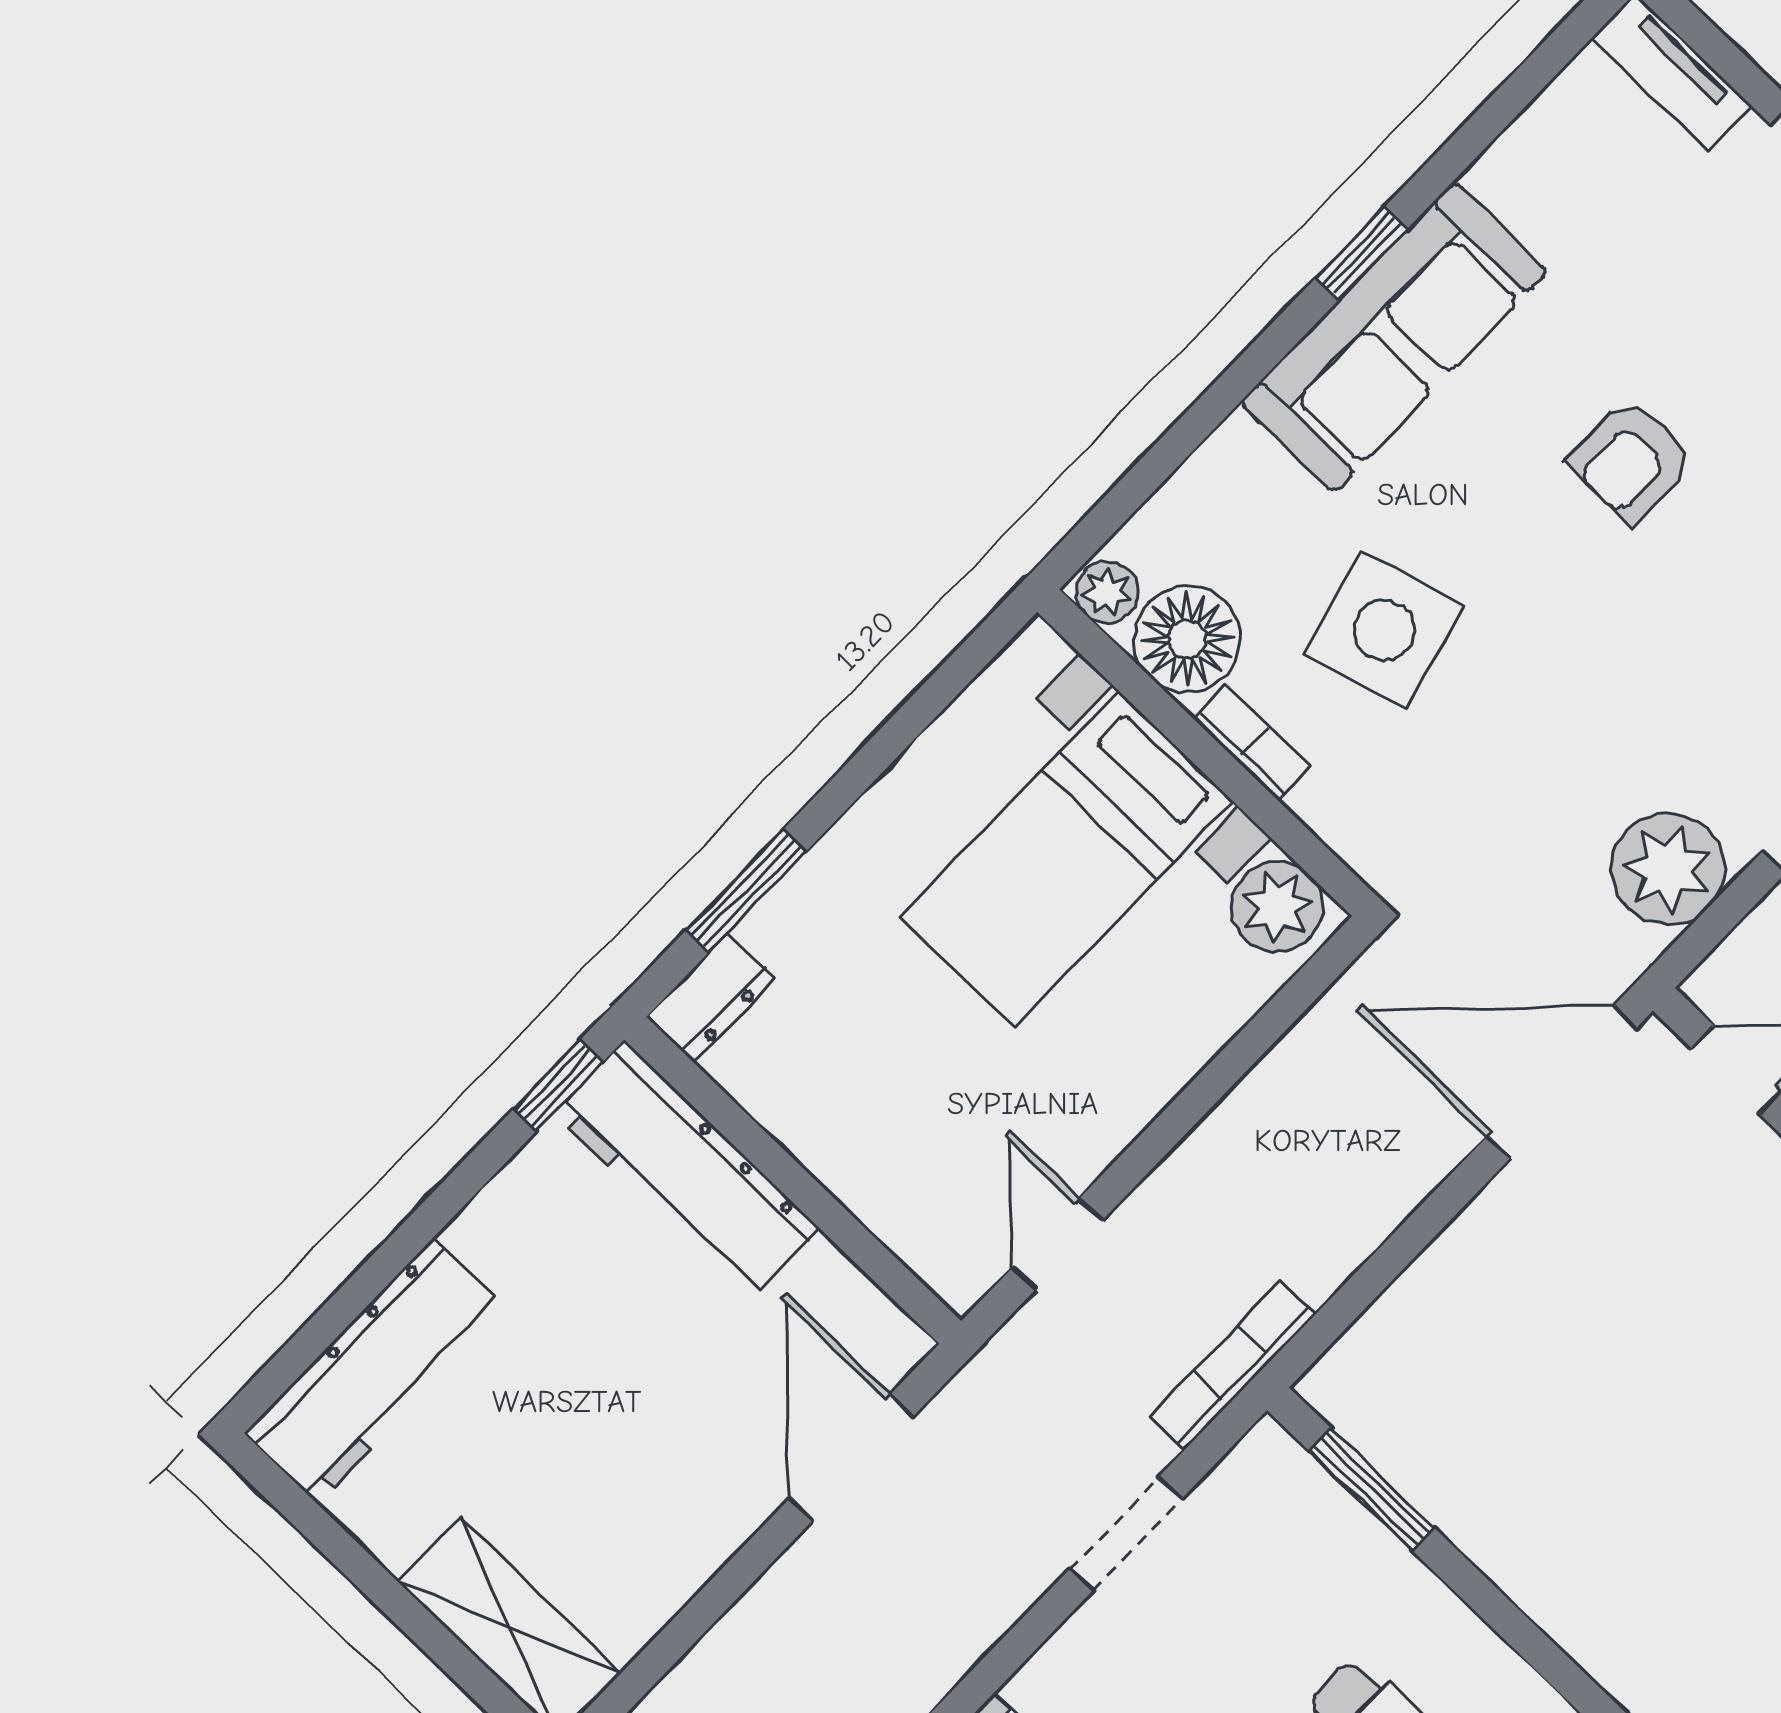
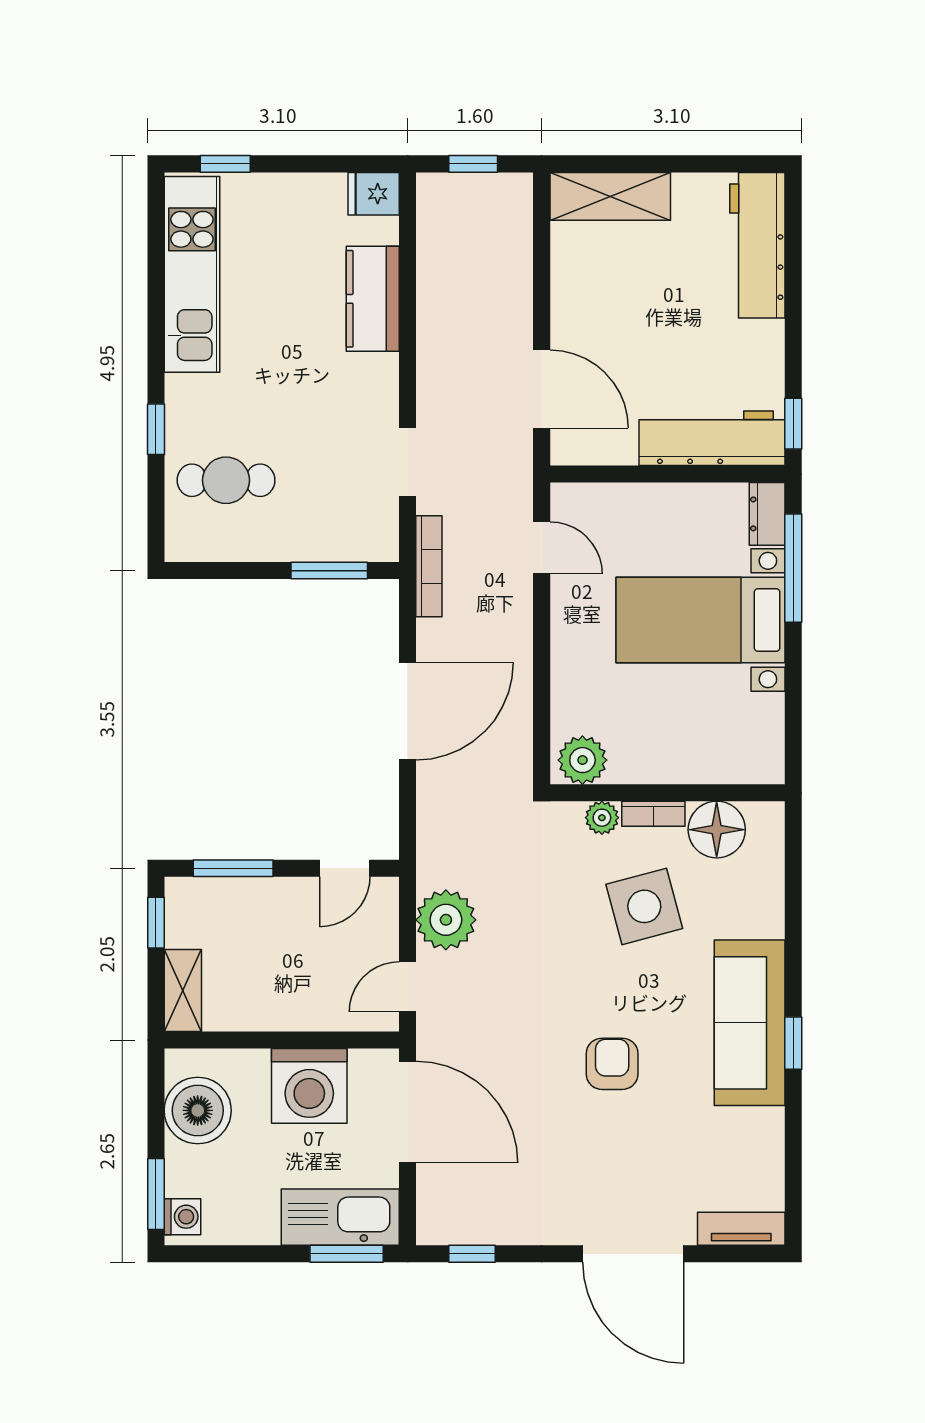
plant: (1107, 592) -> (602, 818), moved
bed with nightstands: (1067, 859) -> (700, 620), moved, turned -90
window: (746, 891) -> (793, 568), width x1.44
door: (1562, 1082) -> (407, 711), moved

